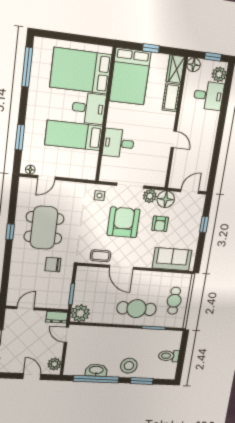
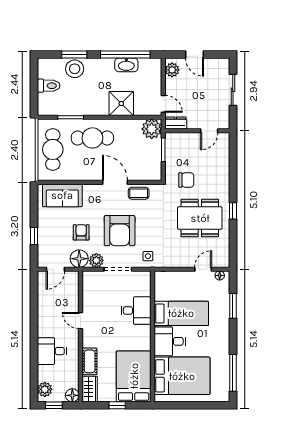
desk: (209, 96) -> (52, 351), moved
dining table: (44, 228) -> (200, 218), turned 90
cafe table: (174, 301) -> (53, 149), width x1.37, depth x1.35
shower: (106, 337) -> (121, 103), added
stool: (129, 366) -> (75, 69), moved

